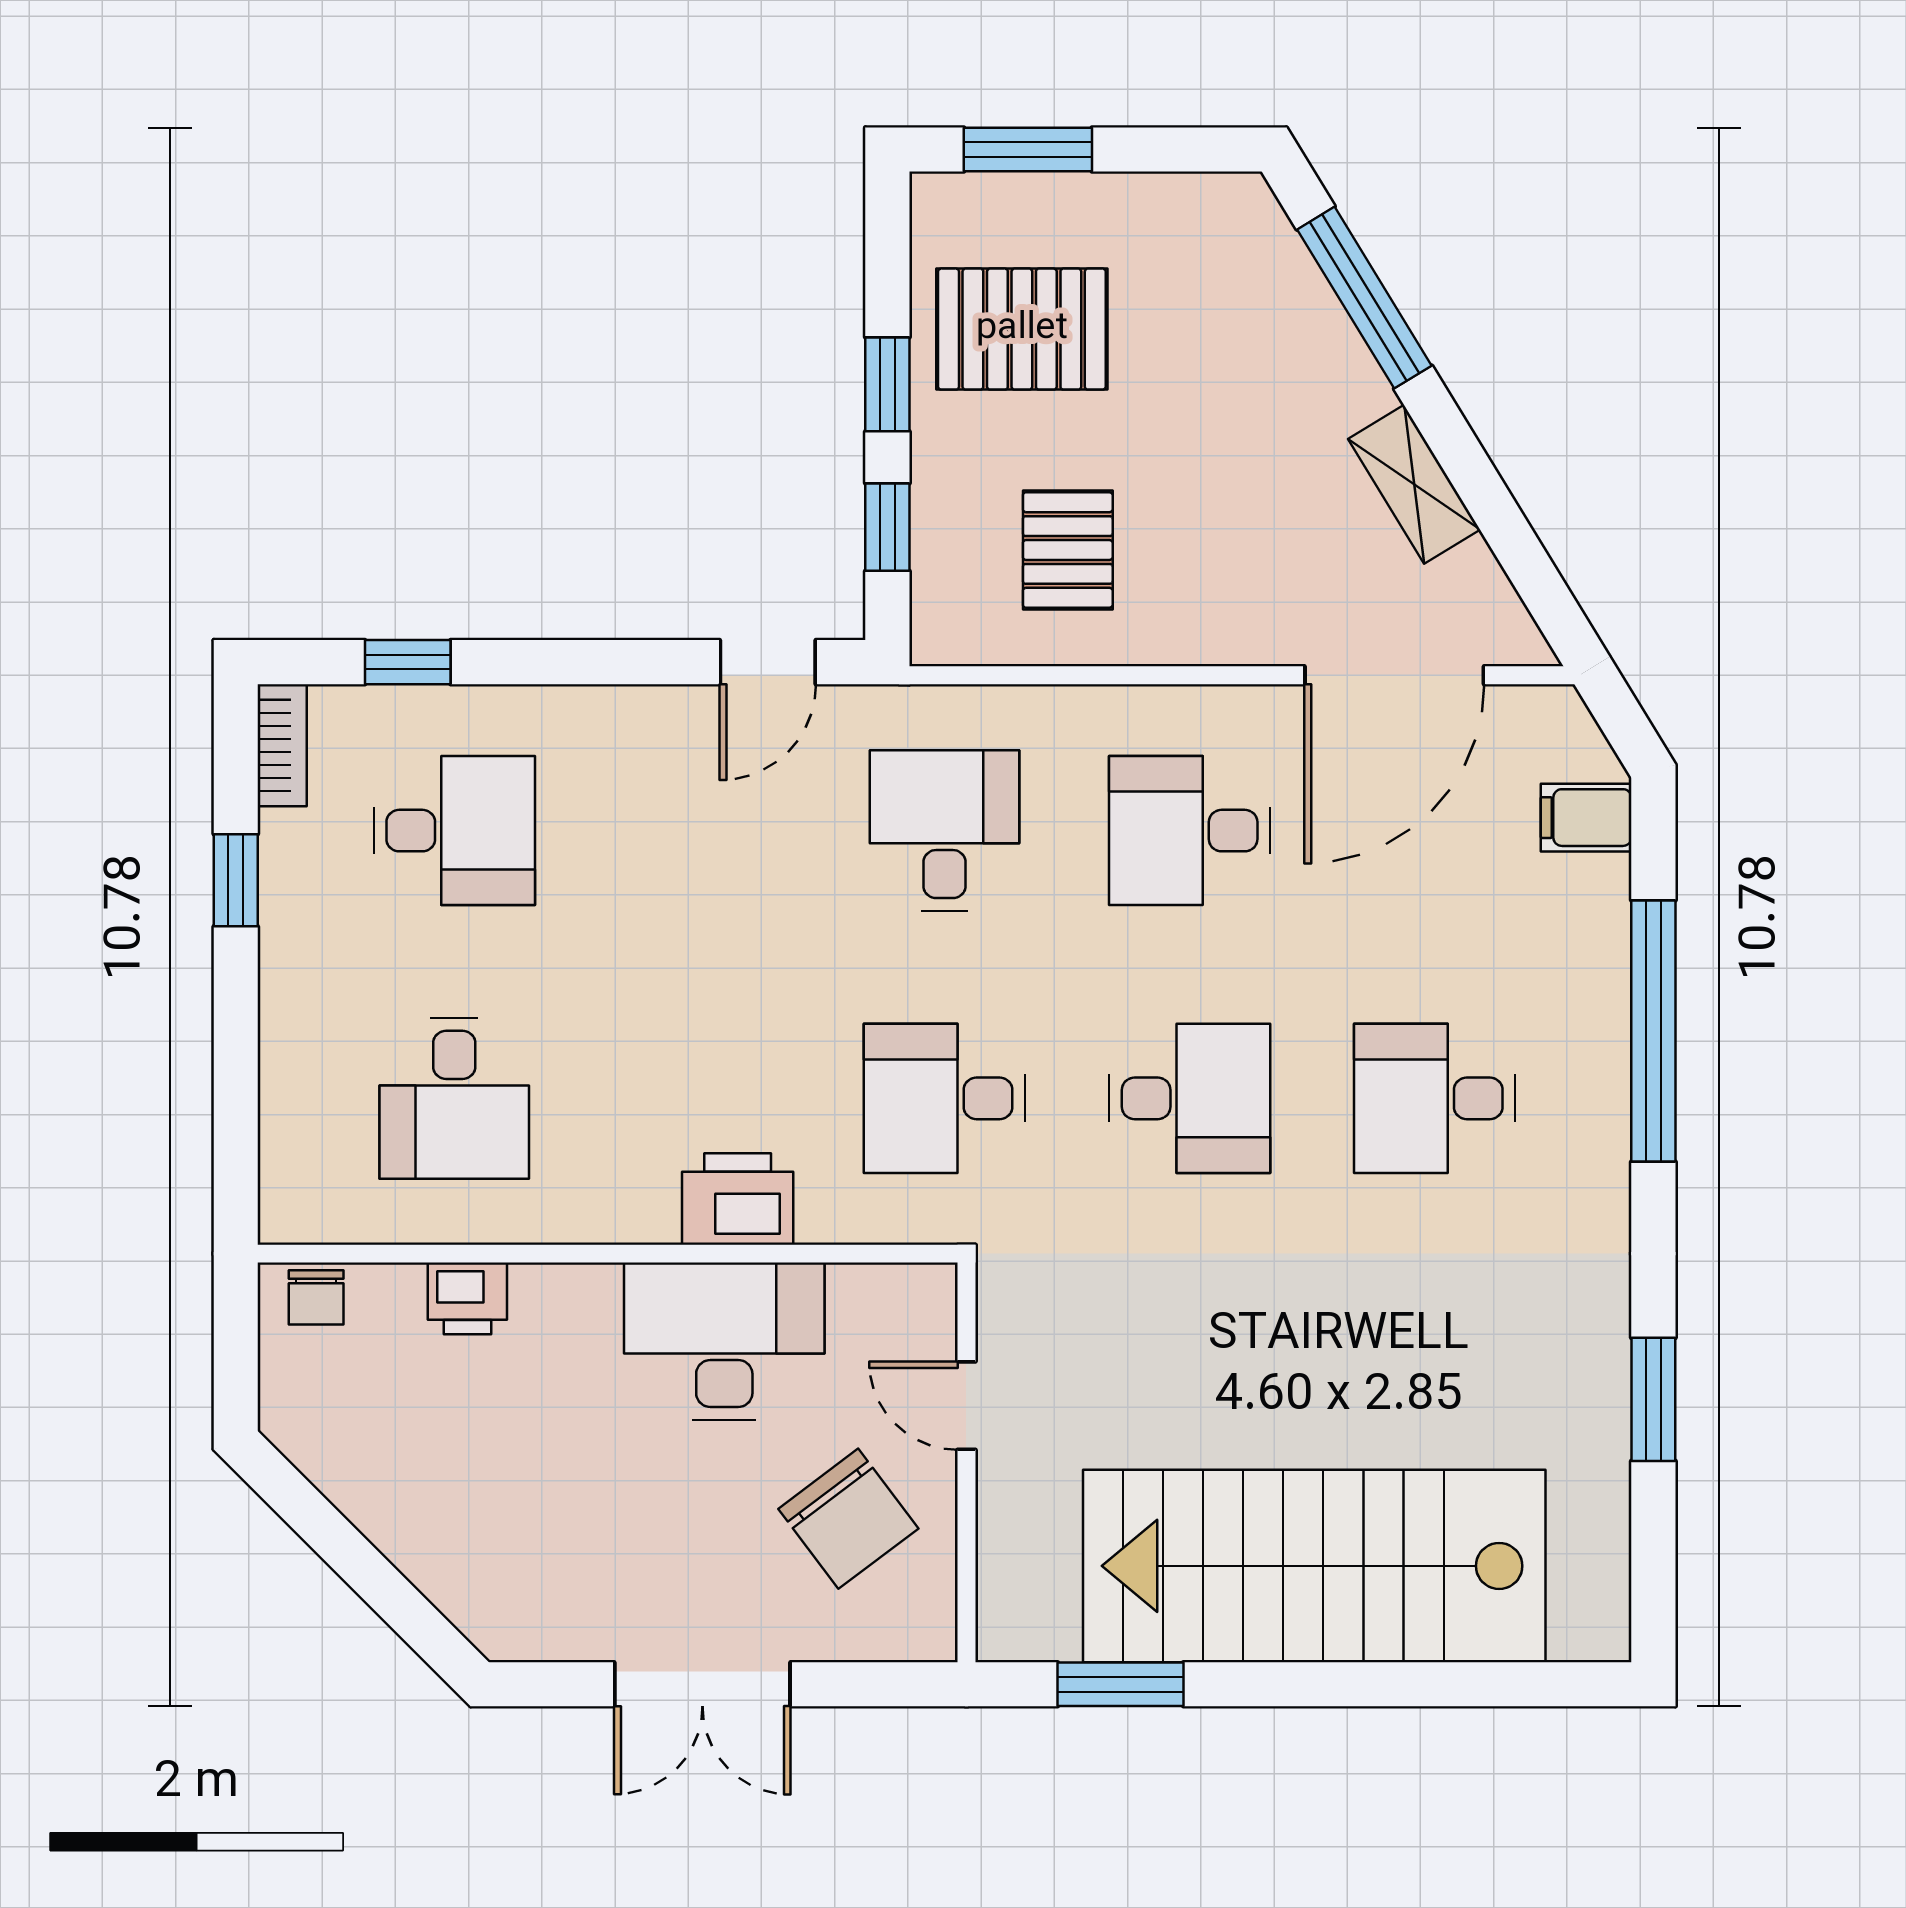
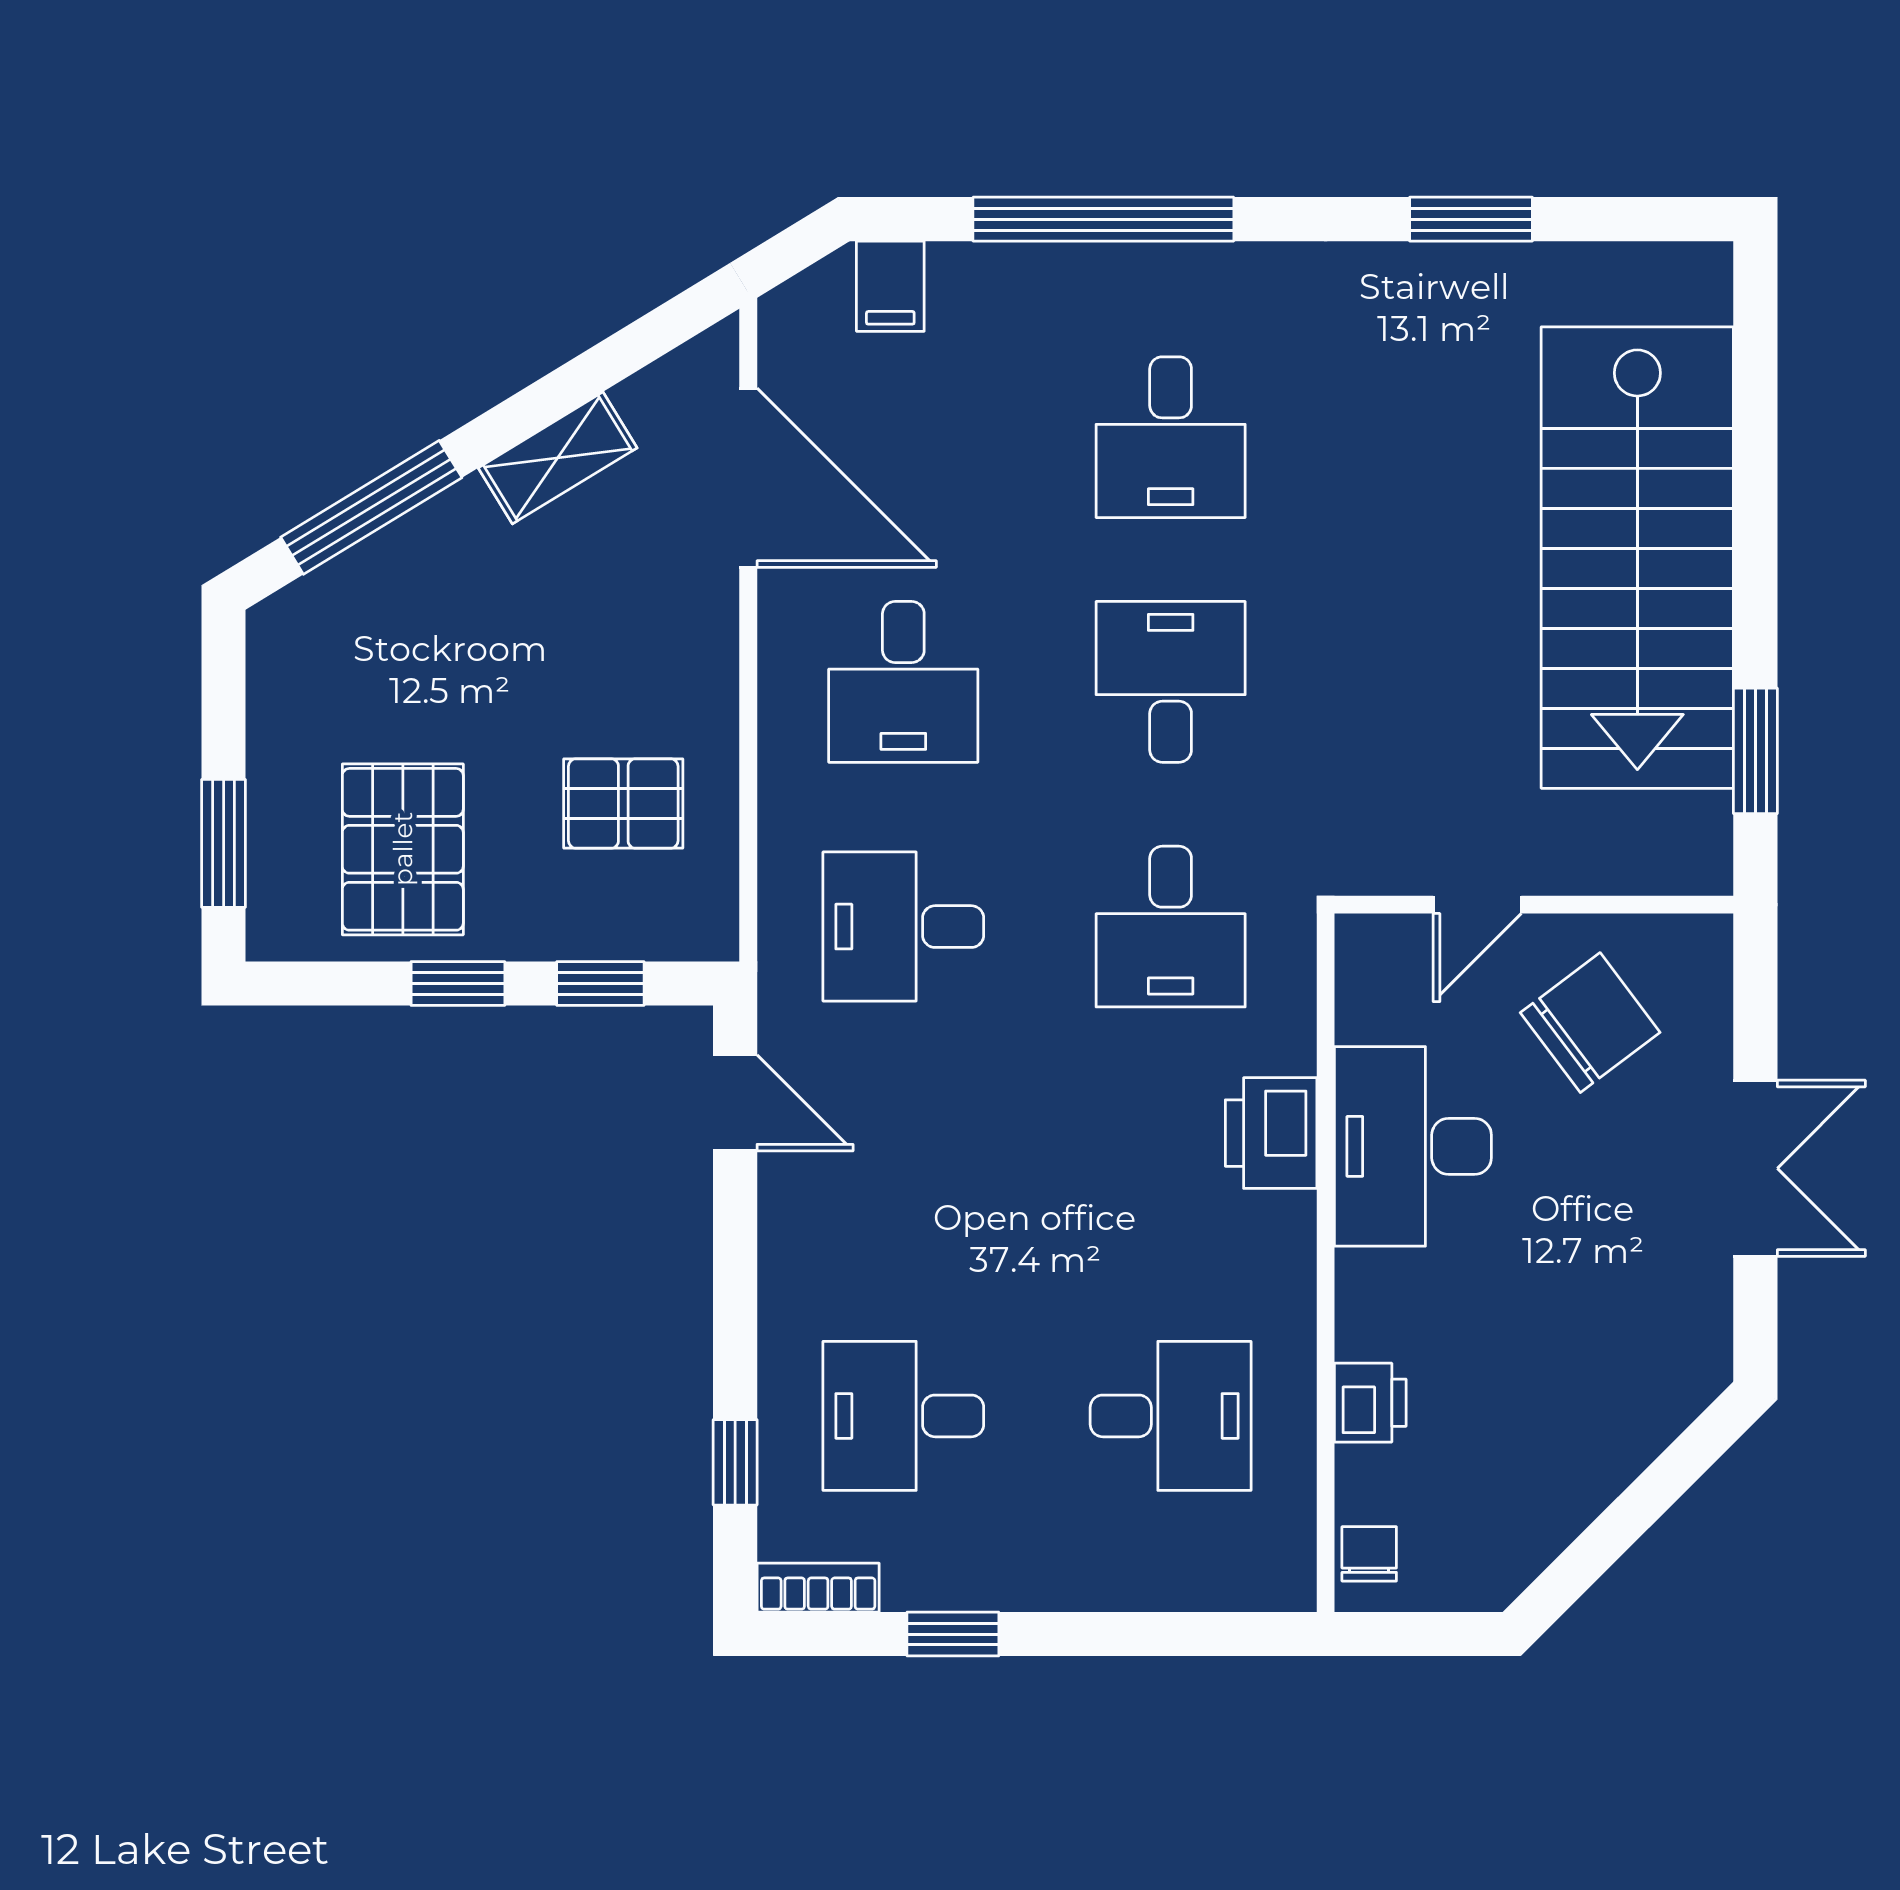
desk: (454, 831) -> (903, 1416), turned -90
chair: (316, 1297) -> (1369, 1554), turned -90

